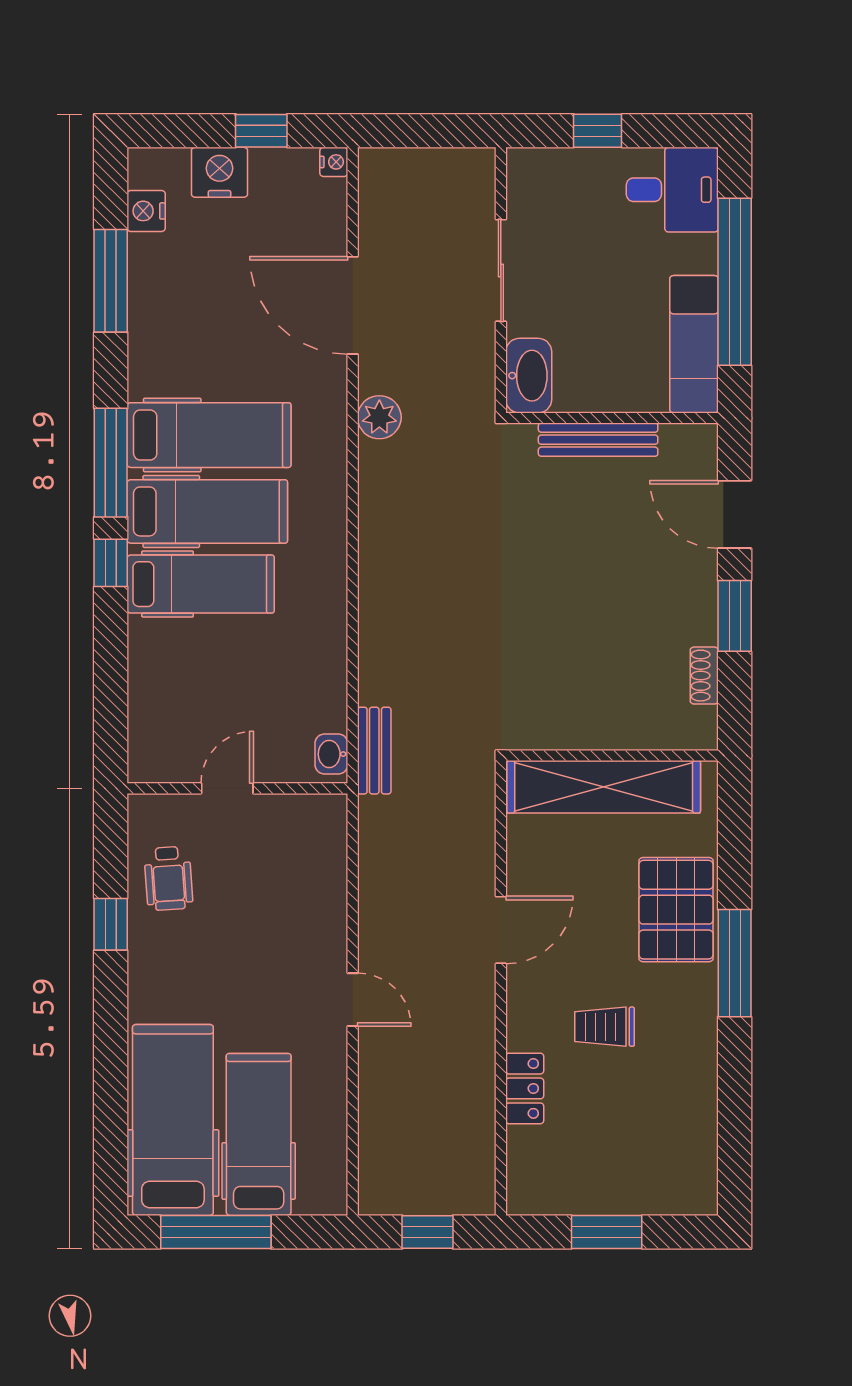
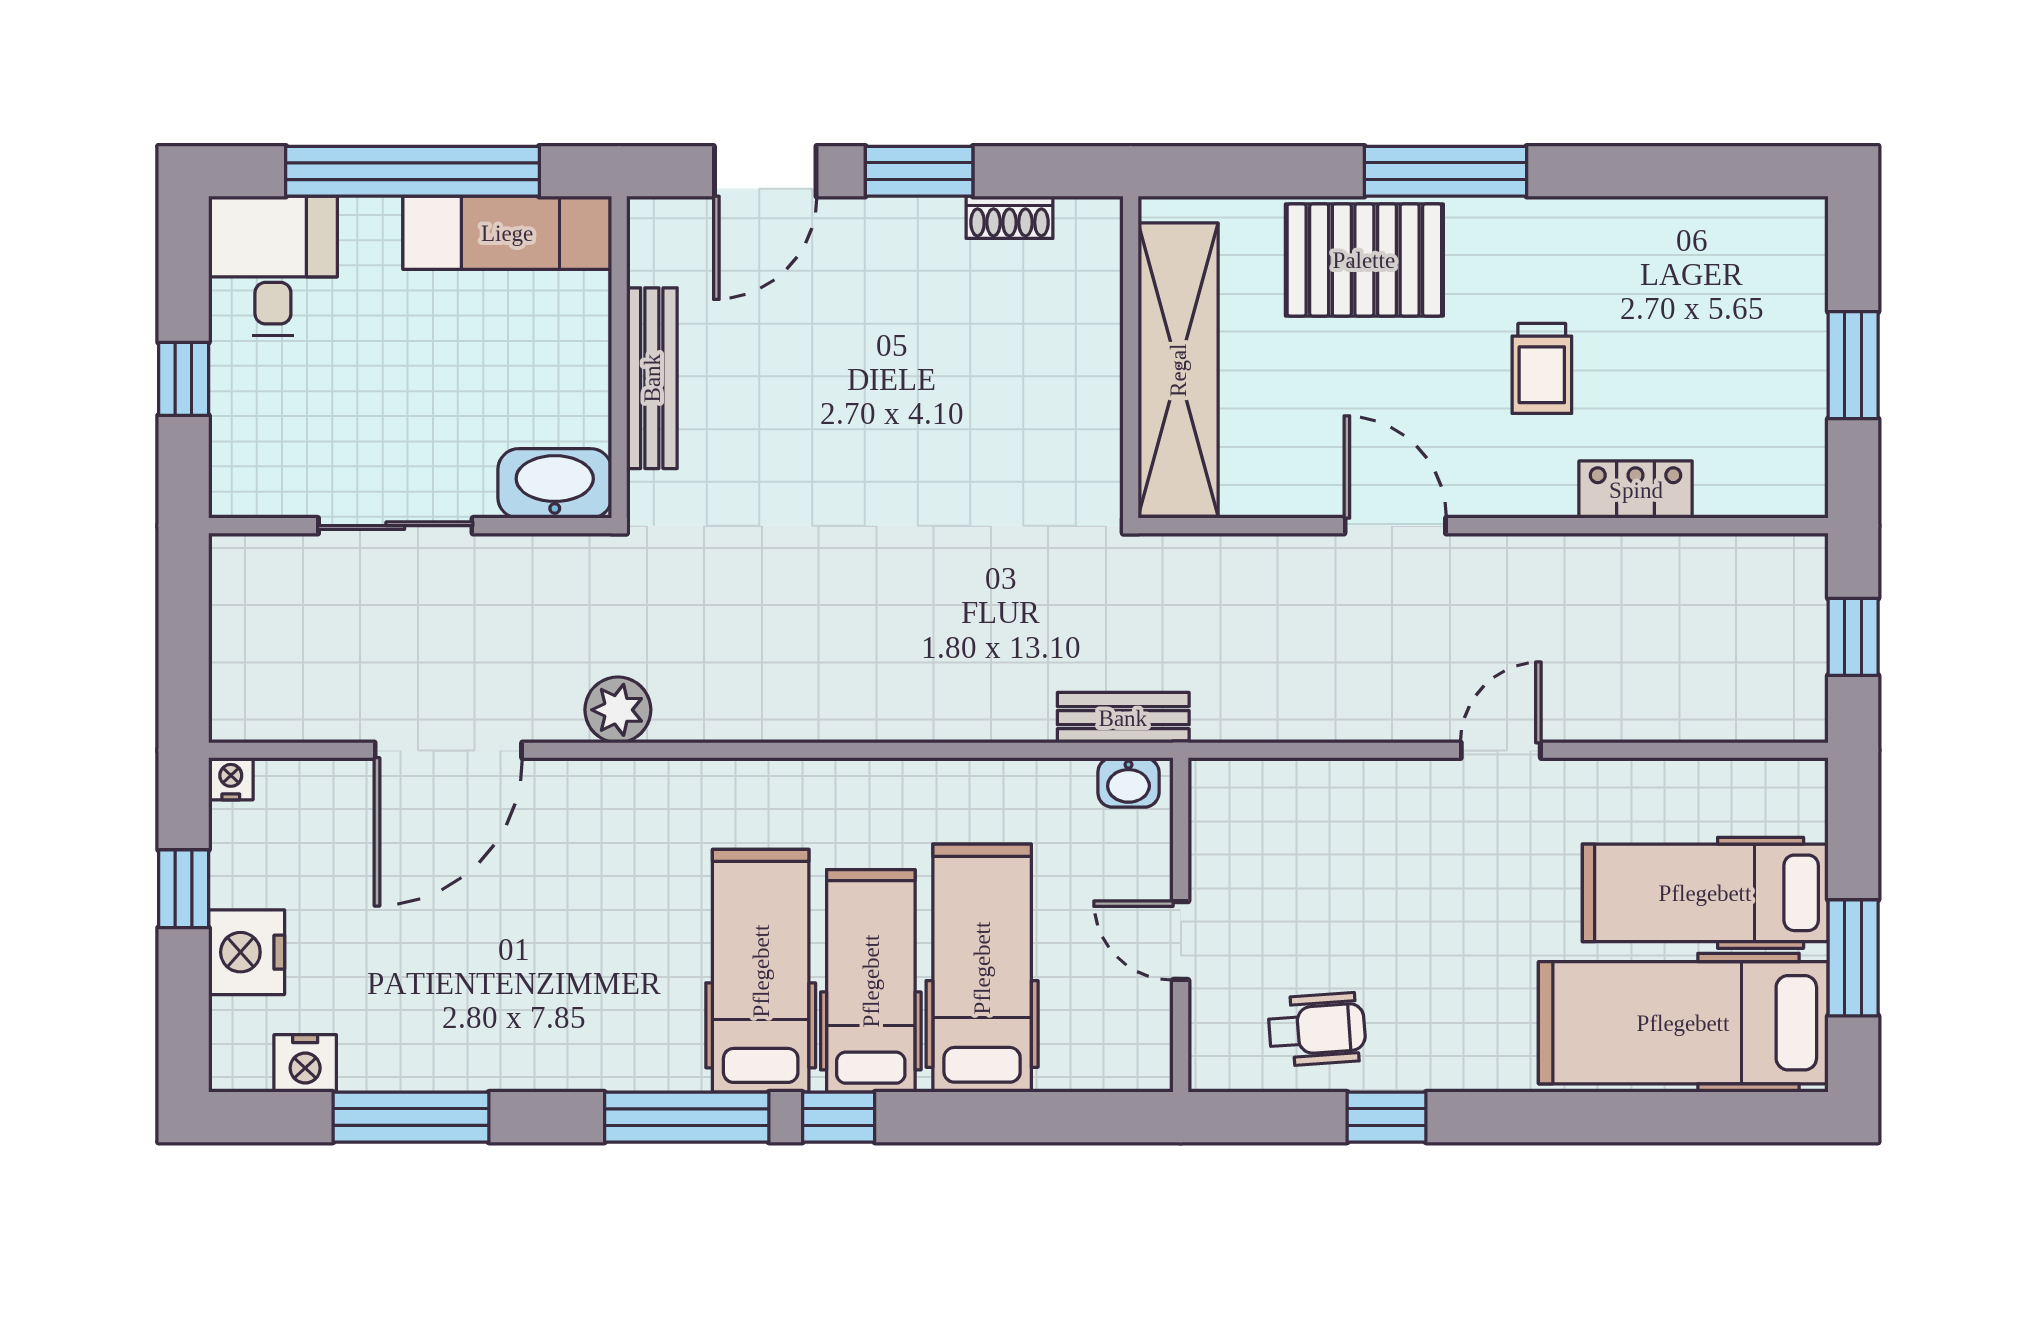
hospital bed: (209, 435) -> (982, 968), moved
window: (216, 1232) -> (1853, 958), width x0.69

